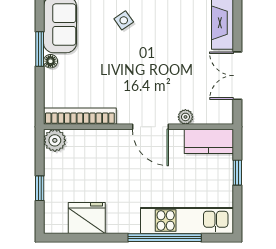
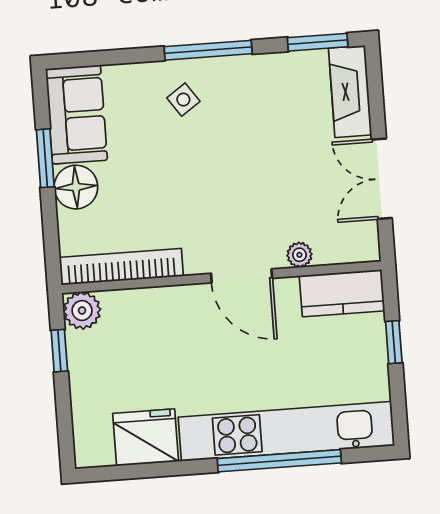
floor lamp: (50, 61) -> (76, 187), width x1.89, depth x1.89
window: (40, 188) -> (59, 351), moved
kitchen unit: (187, 221) -> (286, 431), width x1.36

